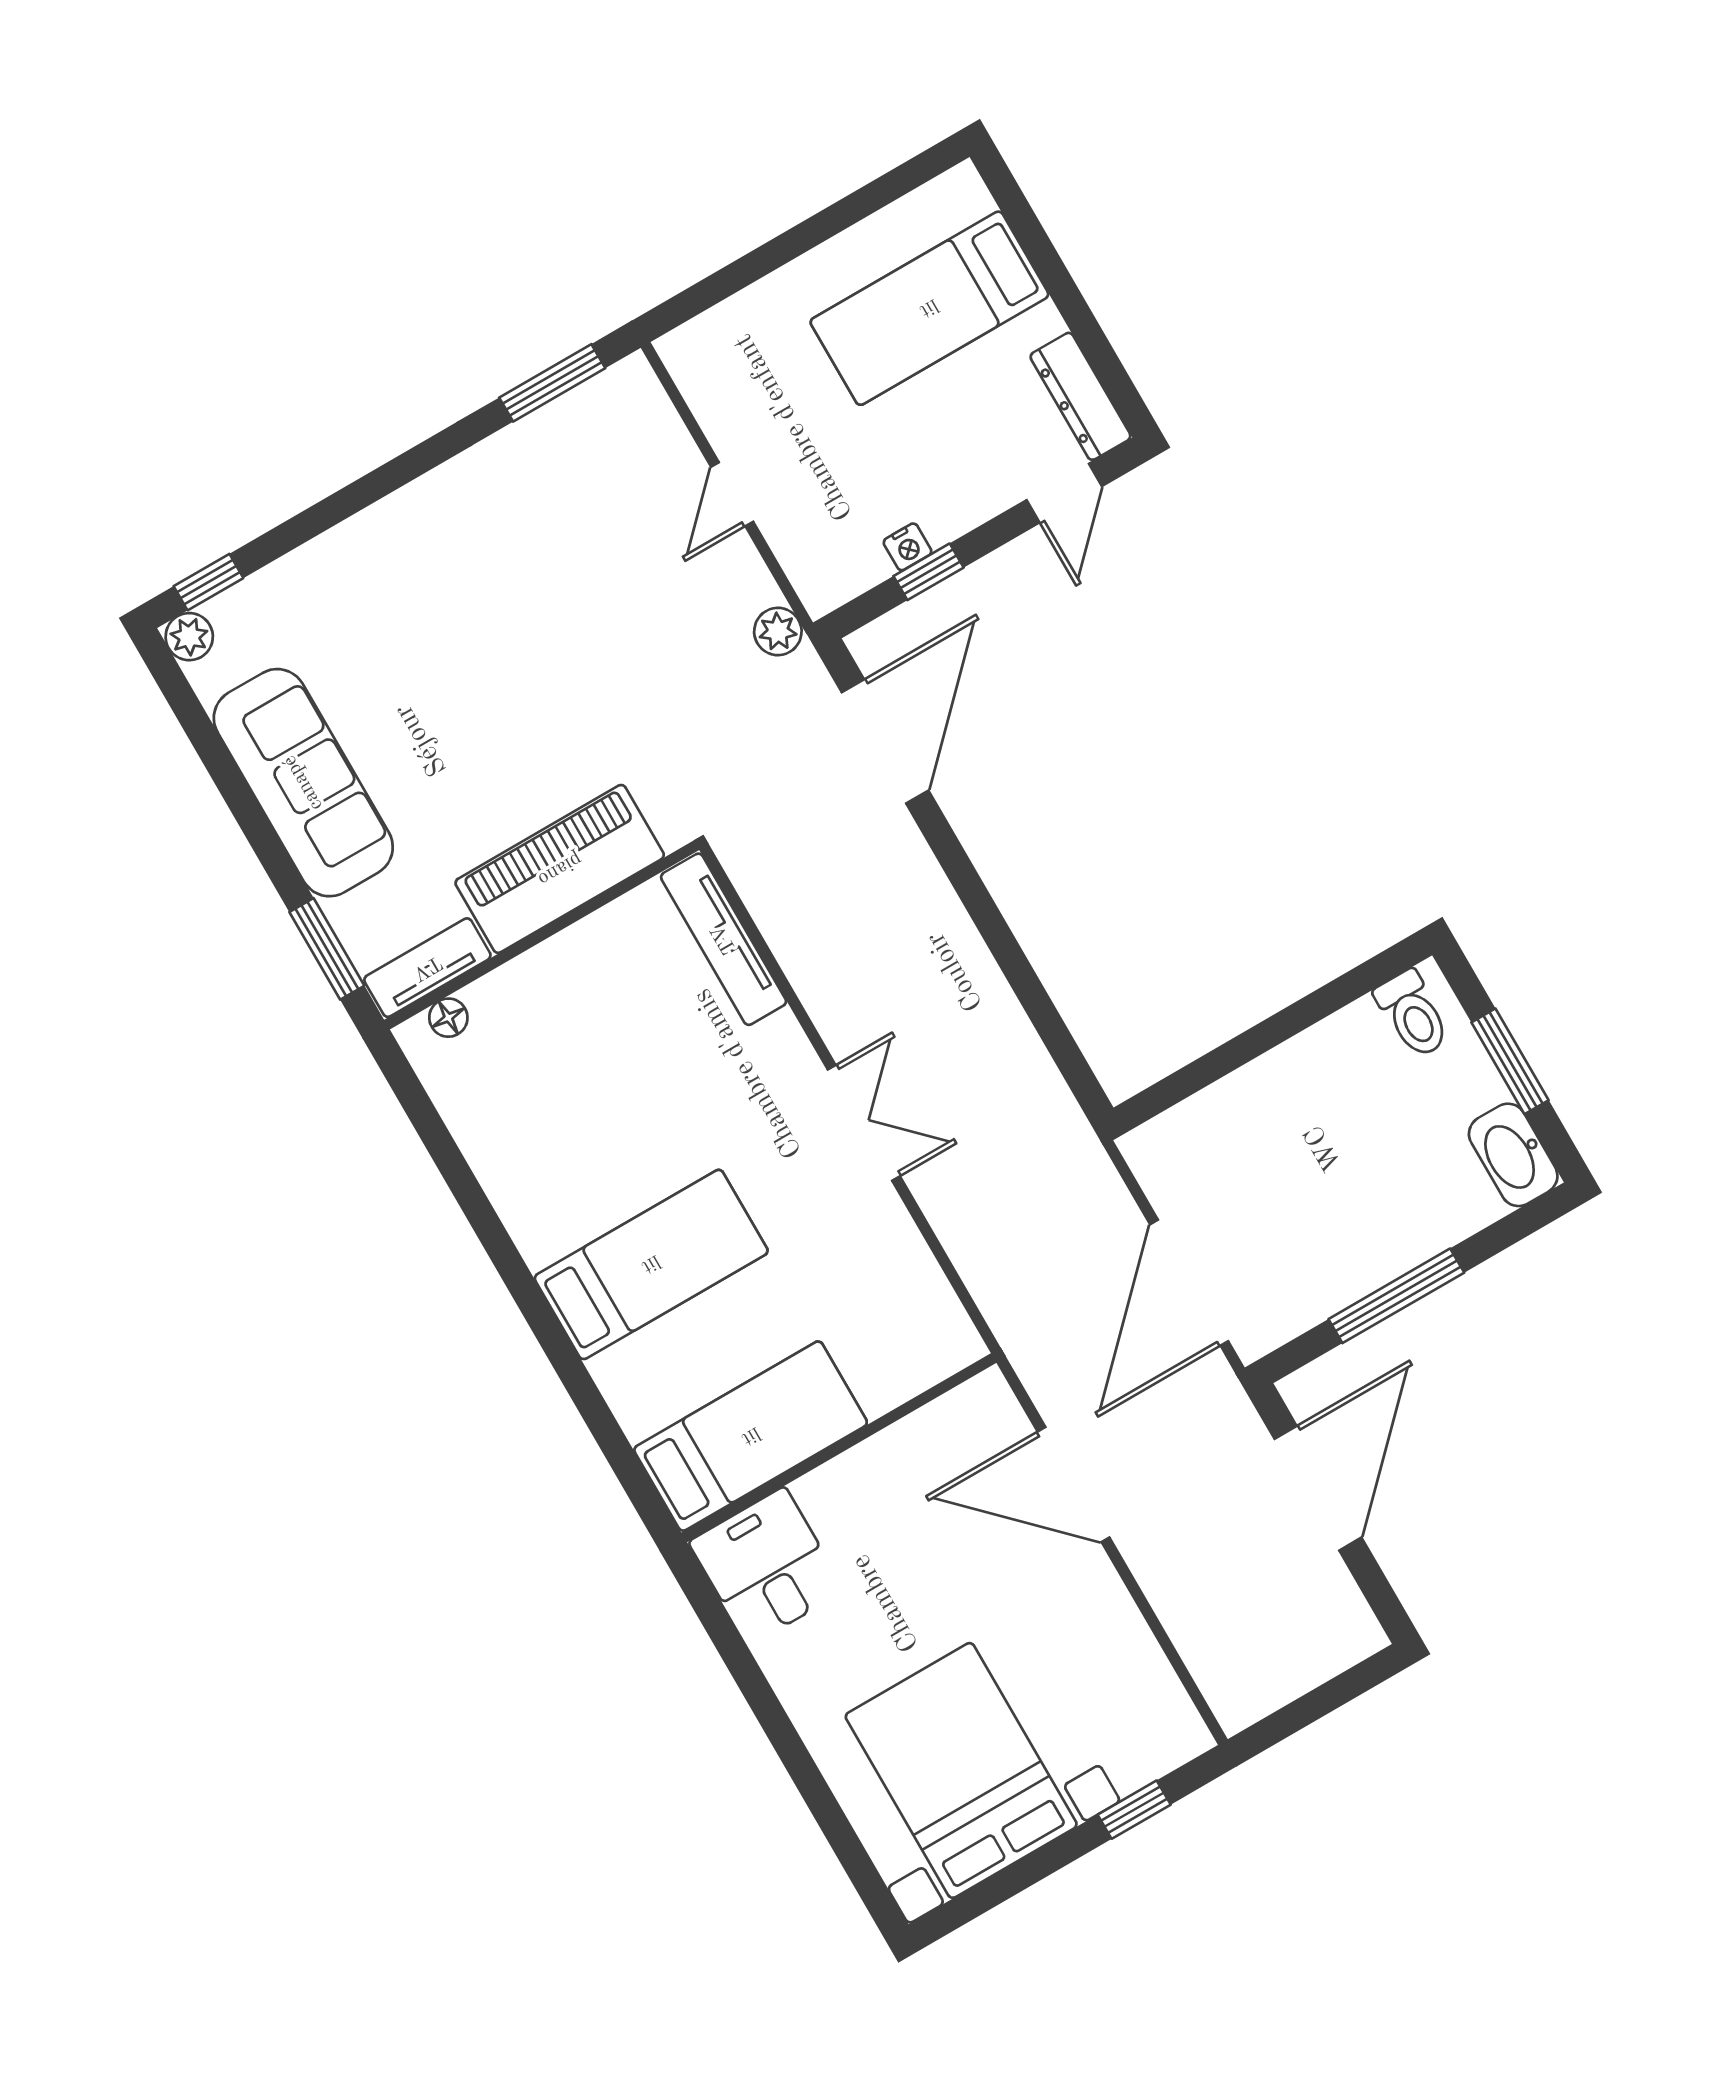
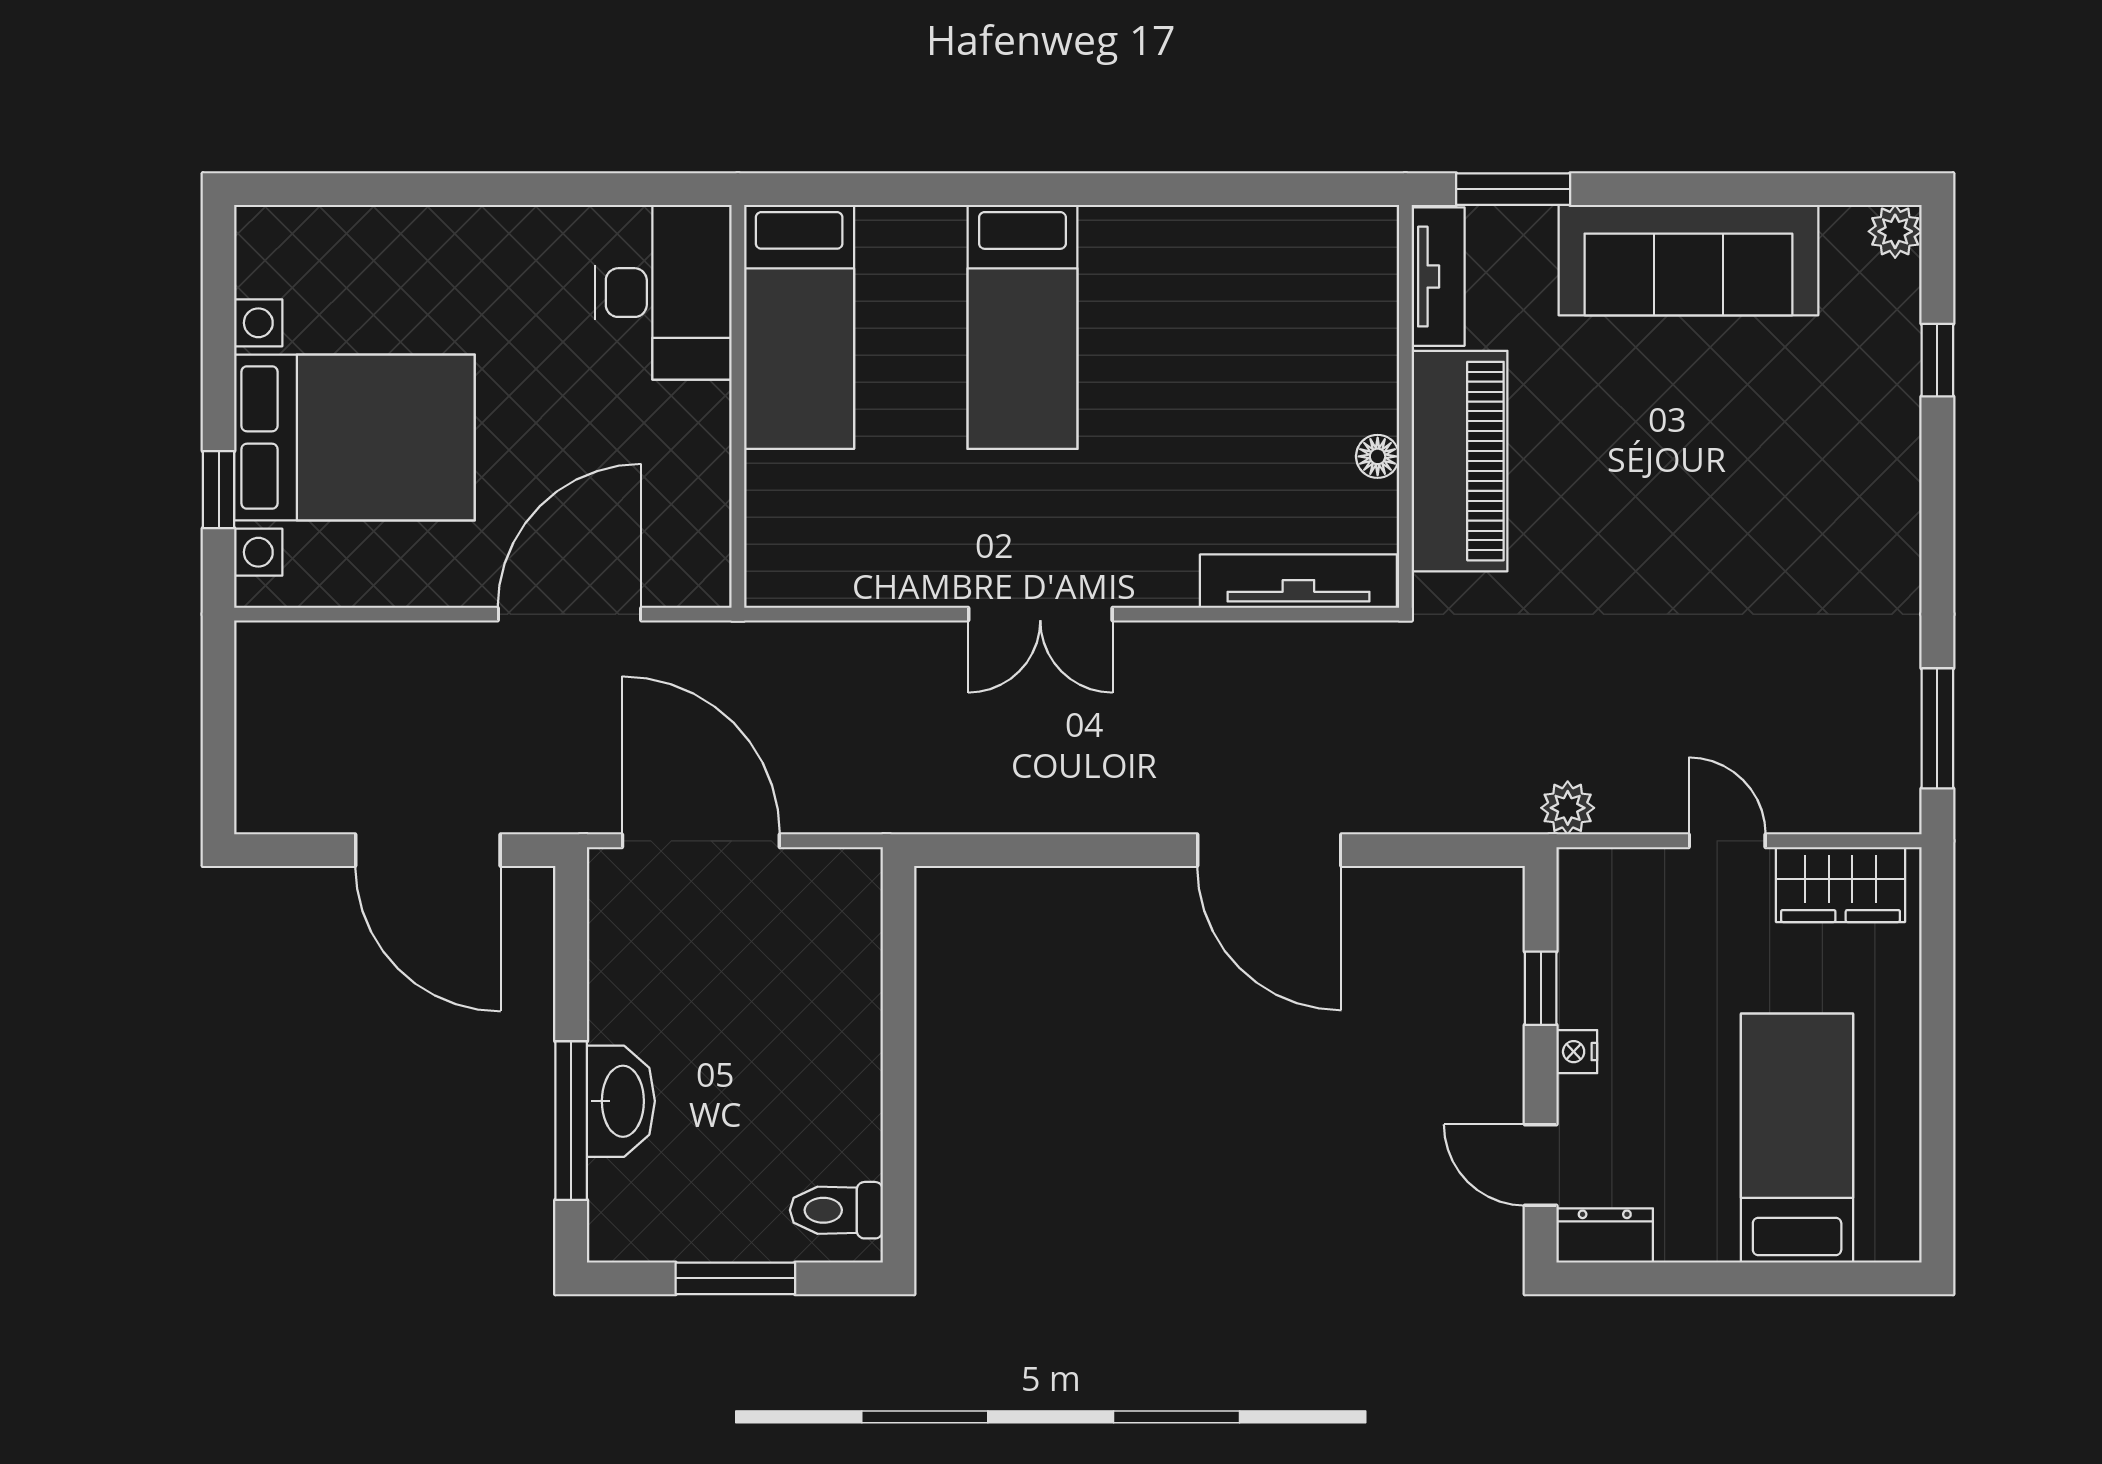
wardrobe: (715, 388) -> (1841, 885), added
dresser: (1080, 396) -> (1605, 1235), width x0.70
nightstand: (908, 547) -> (1577, 1052), moved
window: (208, 582) -> (1937, 360), moved
door: (885, 741) -> (1269, 850), moved
floor lamp: (448, 1018) -> (1378, 456), moved
washbasin: (1513, 1155) -> (621, 1101), moved, turned 90
window: (1396, 1296) -> (571, 1121), moved
desk: (767, 1566) -> (663, 293), width x1.37
bed with nightstands: (961, 1770) -> (354, 438), moved

